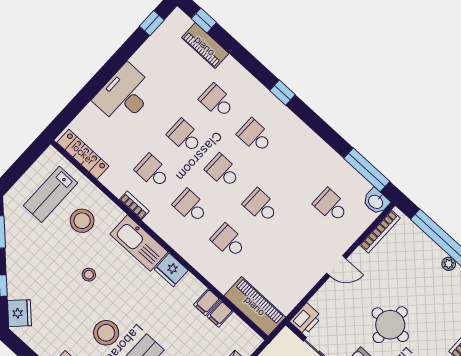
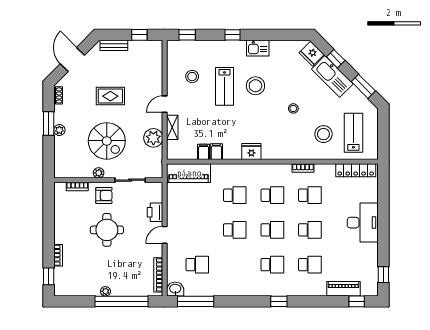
kitchen sink: (139, 243) -> (332, 76), moved, turned -135
printer: (306, 319) -> (155, 212), moved

